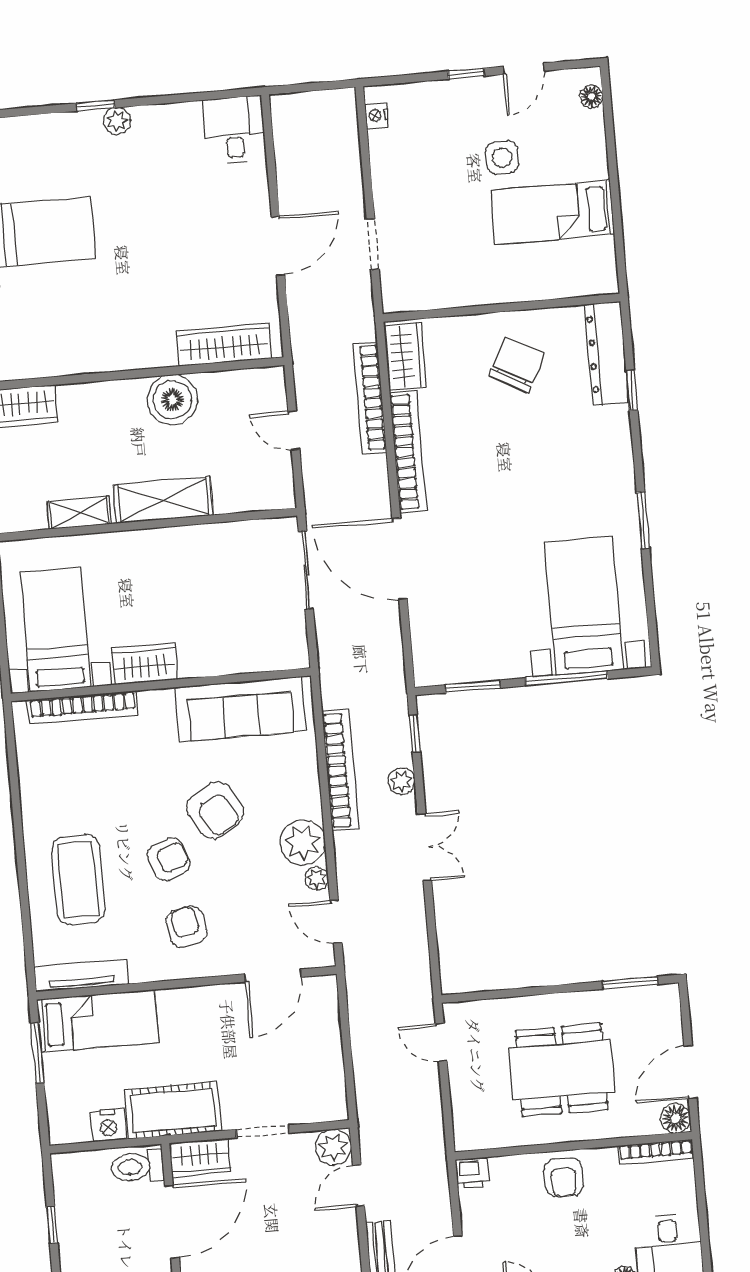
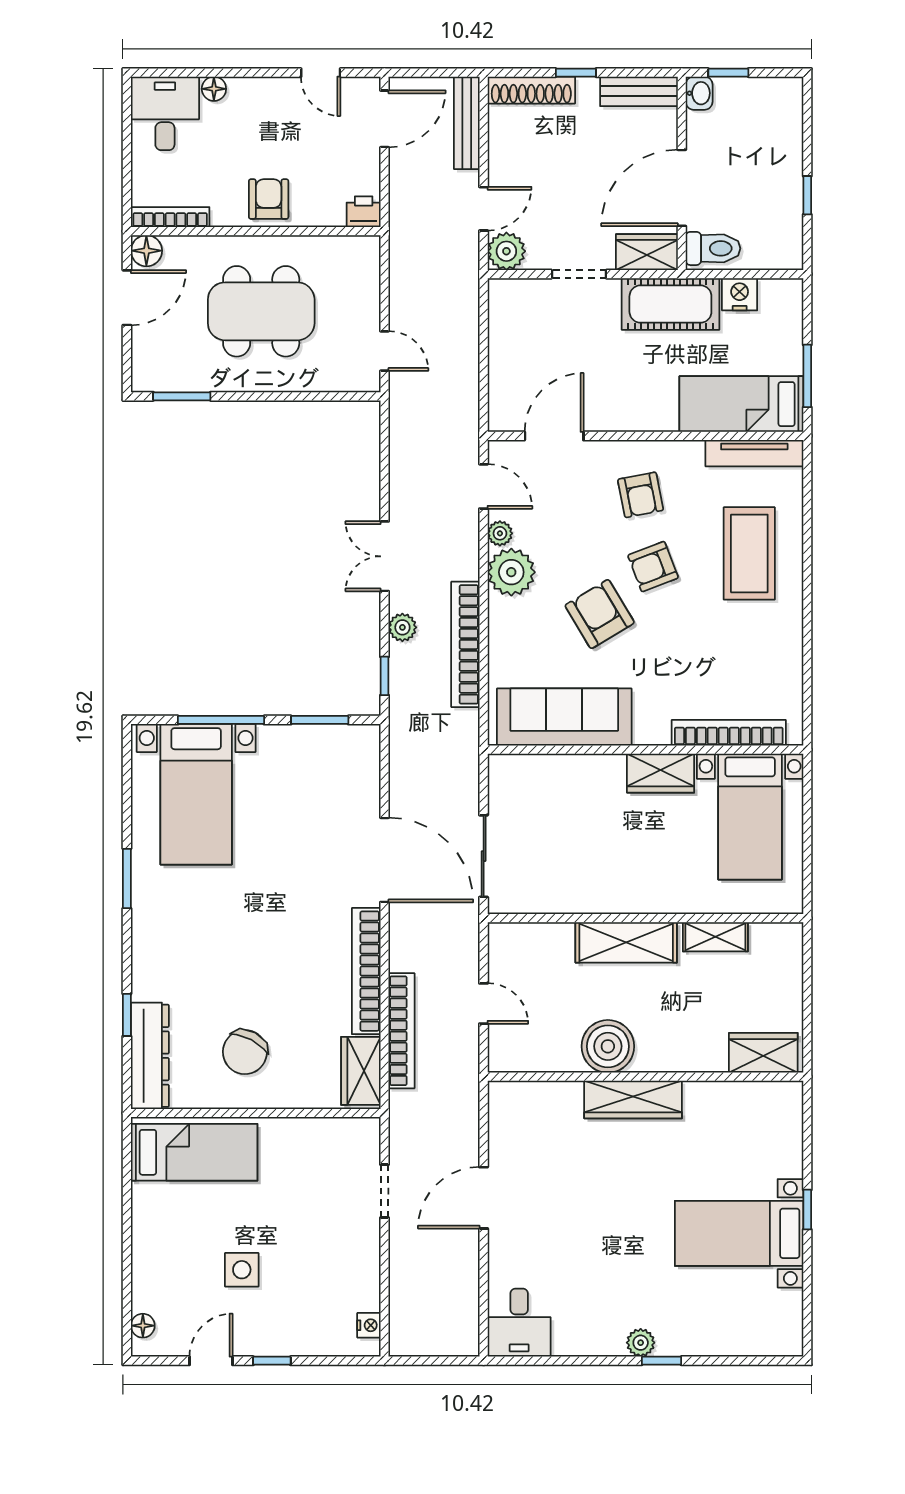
bed: (552, 212) -> (194, 1152), moved
wardrobe: (224, 344) -> (633, 1100), moved

